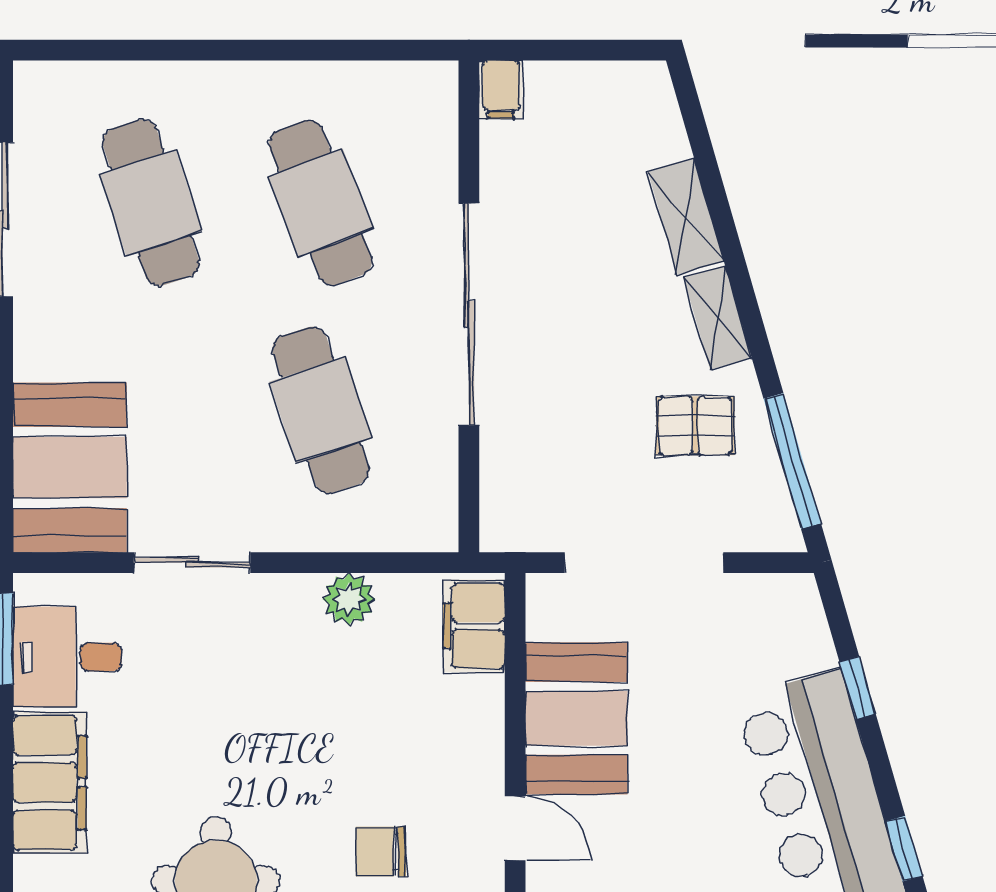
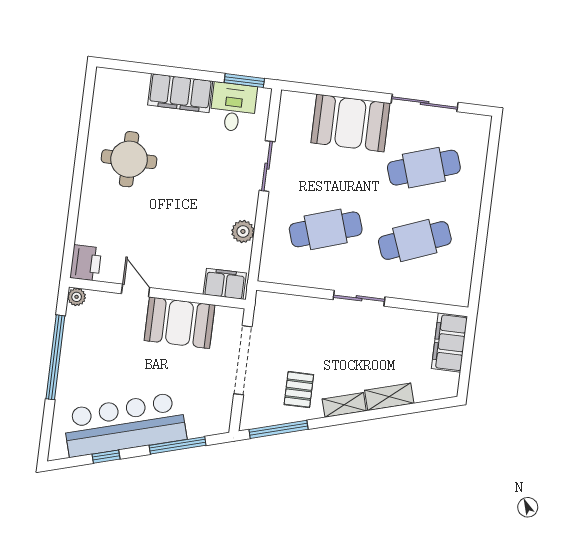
filing cabinet: (501, 89) -> (449, 342), width x3.00, depth x1.17
sliding door: (469, 314) -> (359, 298), width x0.54
booth: (70, 467) -> (350, 123), moved
window: (858, 688) -> (178, 445), width x2.17
door: (515, 828) -> (136, 291), swing flipped
chair: (381, 851) -> (133, 232), removed

